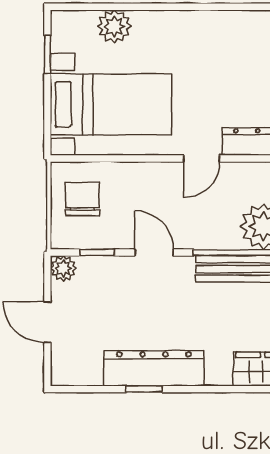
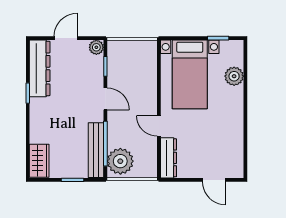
chair: (82, 199) -> (136, 58), removed
door: (154, 253) -> (105, 99), hinge flipped
dresser: (154, 368) -> (40, 68), moved

